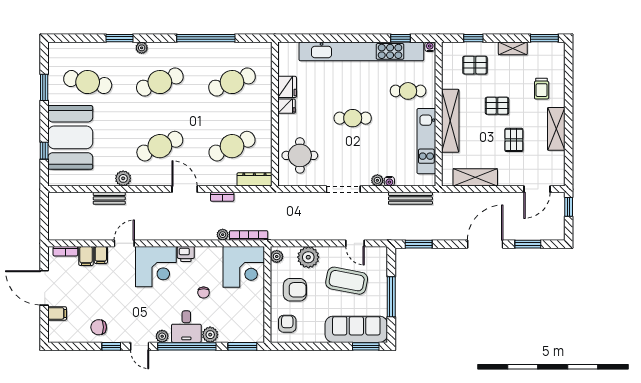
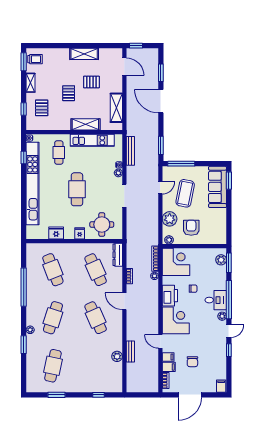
cafe table: (160, 82) -> (53, 318), turned 39
trolley: (542, 89) -> (35, 59), moved
fridge: (286, 106) -> (80, 233), moved
cafe table: (353, 118) -> (77, 189), width x1.37, depth x1.35
shelving: (450, 121) -> (85, 124), width x0.68
booth: (70, 137) -> (90, 377), removed
plant: (123, 178) -> (117, 356), moved
door: (185, 189) -> (124, 301), hinge flipped
printer: (186, 254) -> (170, 296), width x1.87, depth x1.48
window: (391, 297) -> (181, 164), moved
filing cabinet: (57, 313) -> (221, 386), moved
armchair: (287, 324) -> (214, 233), removed
chair: (99, 327) -> (192, 362), moved
plant: (210, 335) -> (221, 260), moved

